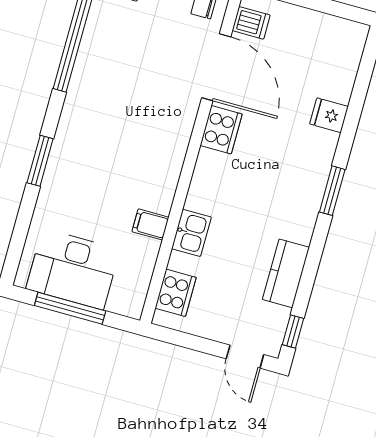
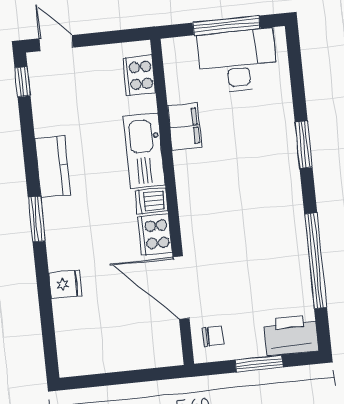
dishwasher: (251, 23) -> (151, 201), moved
filing cabinet: (150, 224) -> (185, 127), width x2.00
kitchen sink: (191, 233) -> (144, 151), width x1.87, depth x1.24
kitchen counter: (286, 273) -> (53, 166), moved

